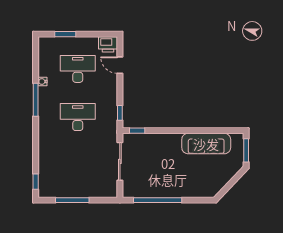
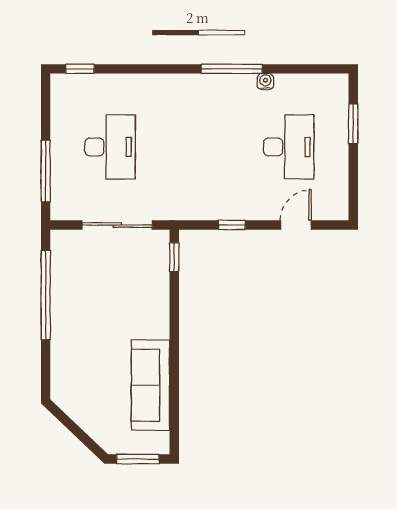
printer: (108, 44) -> (334, 203), removed
window: (120, 113) -> (232, 225), moved
desk: (78, 117) -> (110, 147), moved
window: (72, 200) -> (46, 171), moved

